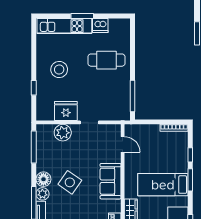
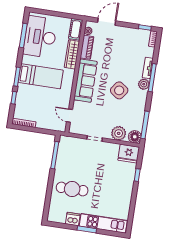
stool: (59, 69) -> (113, 187), removed
fridge: (66, 111) -> (129, 154), moved
floor lamp: (43, 179) -> (135, 137), moved
sofa: (111, 181) -> (85, 81), width x1.36

